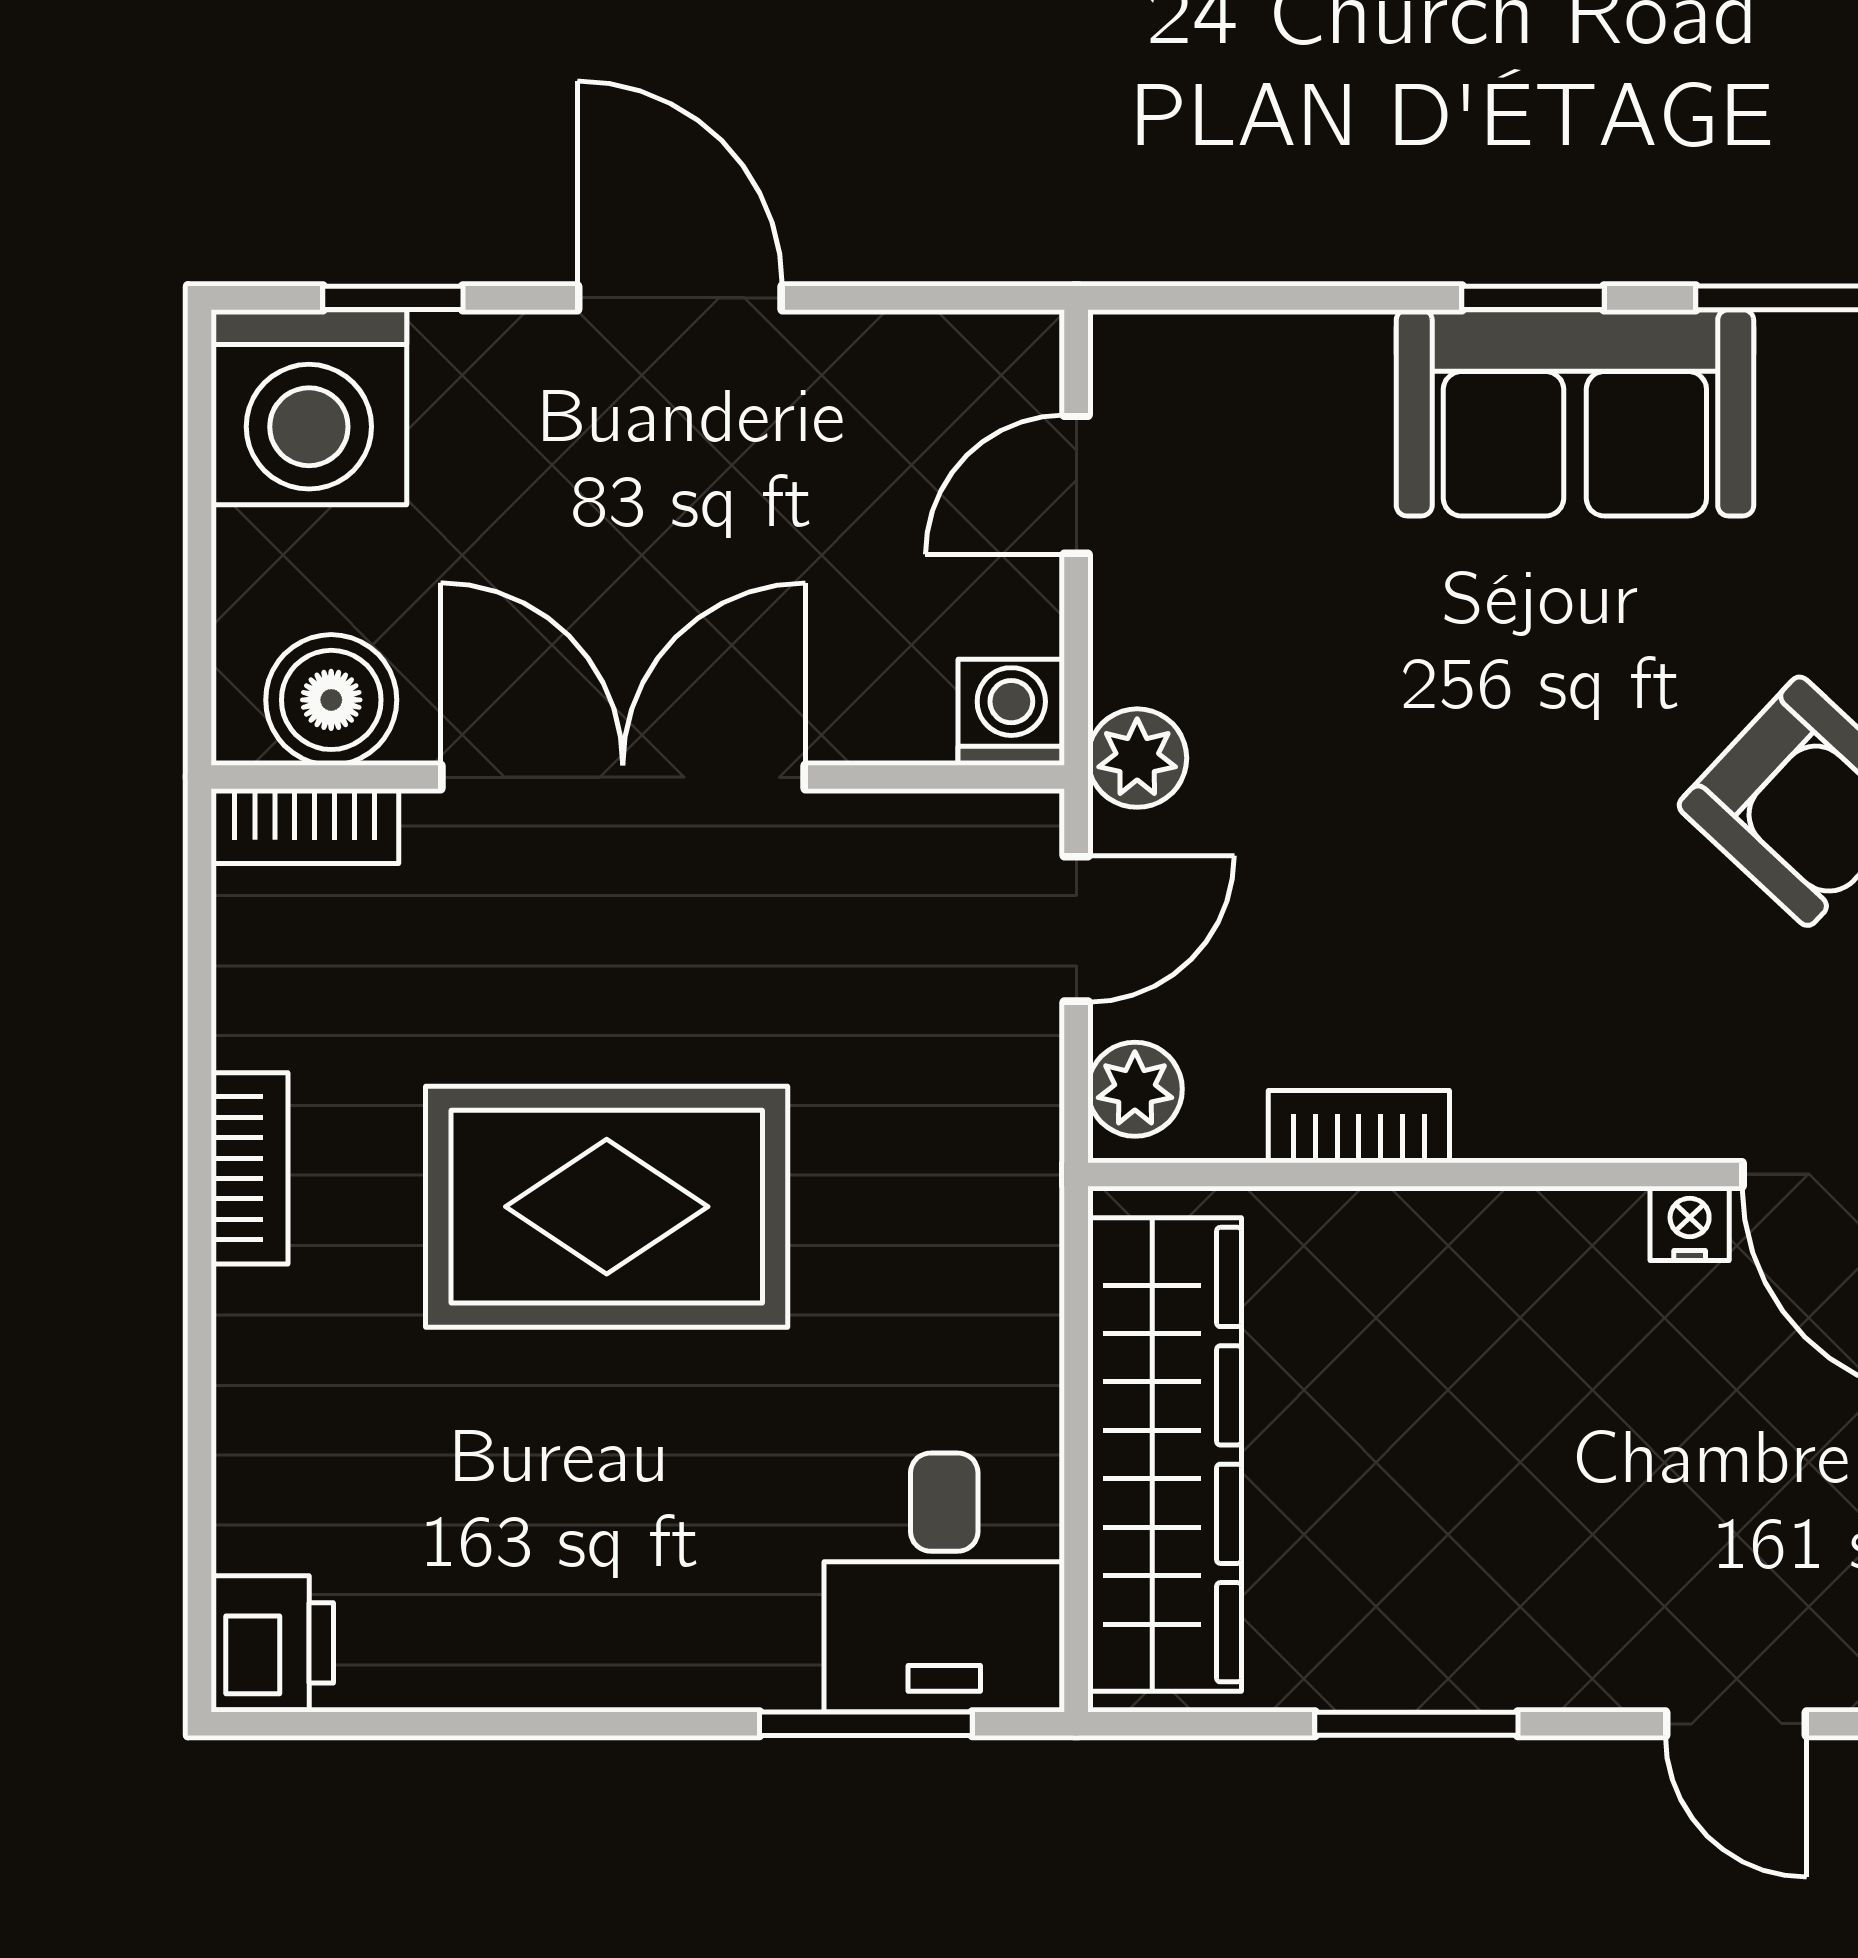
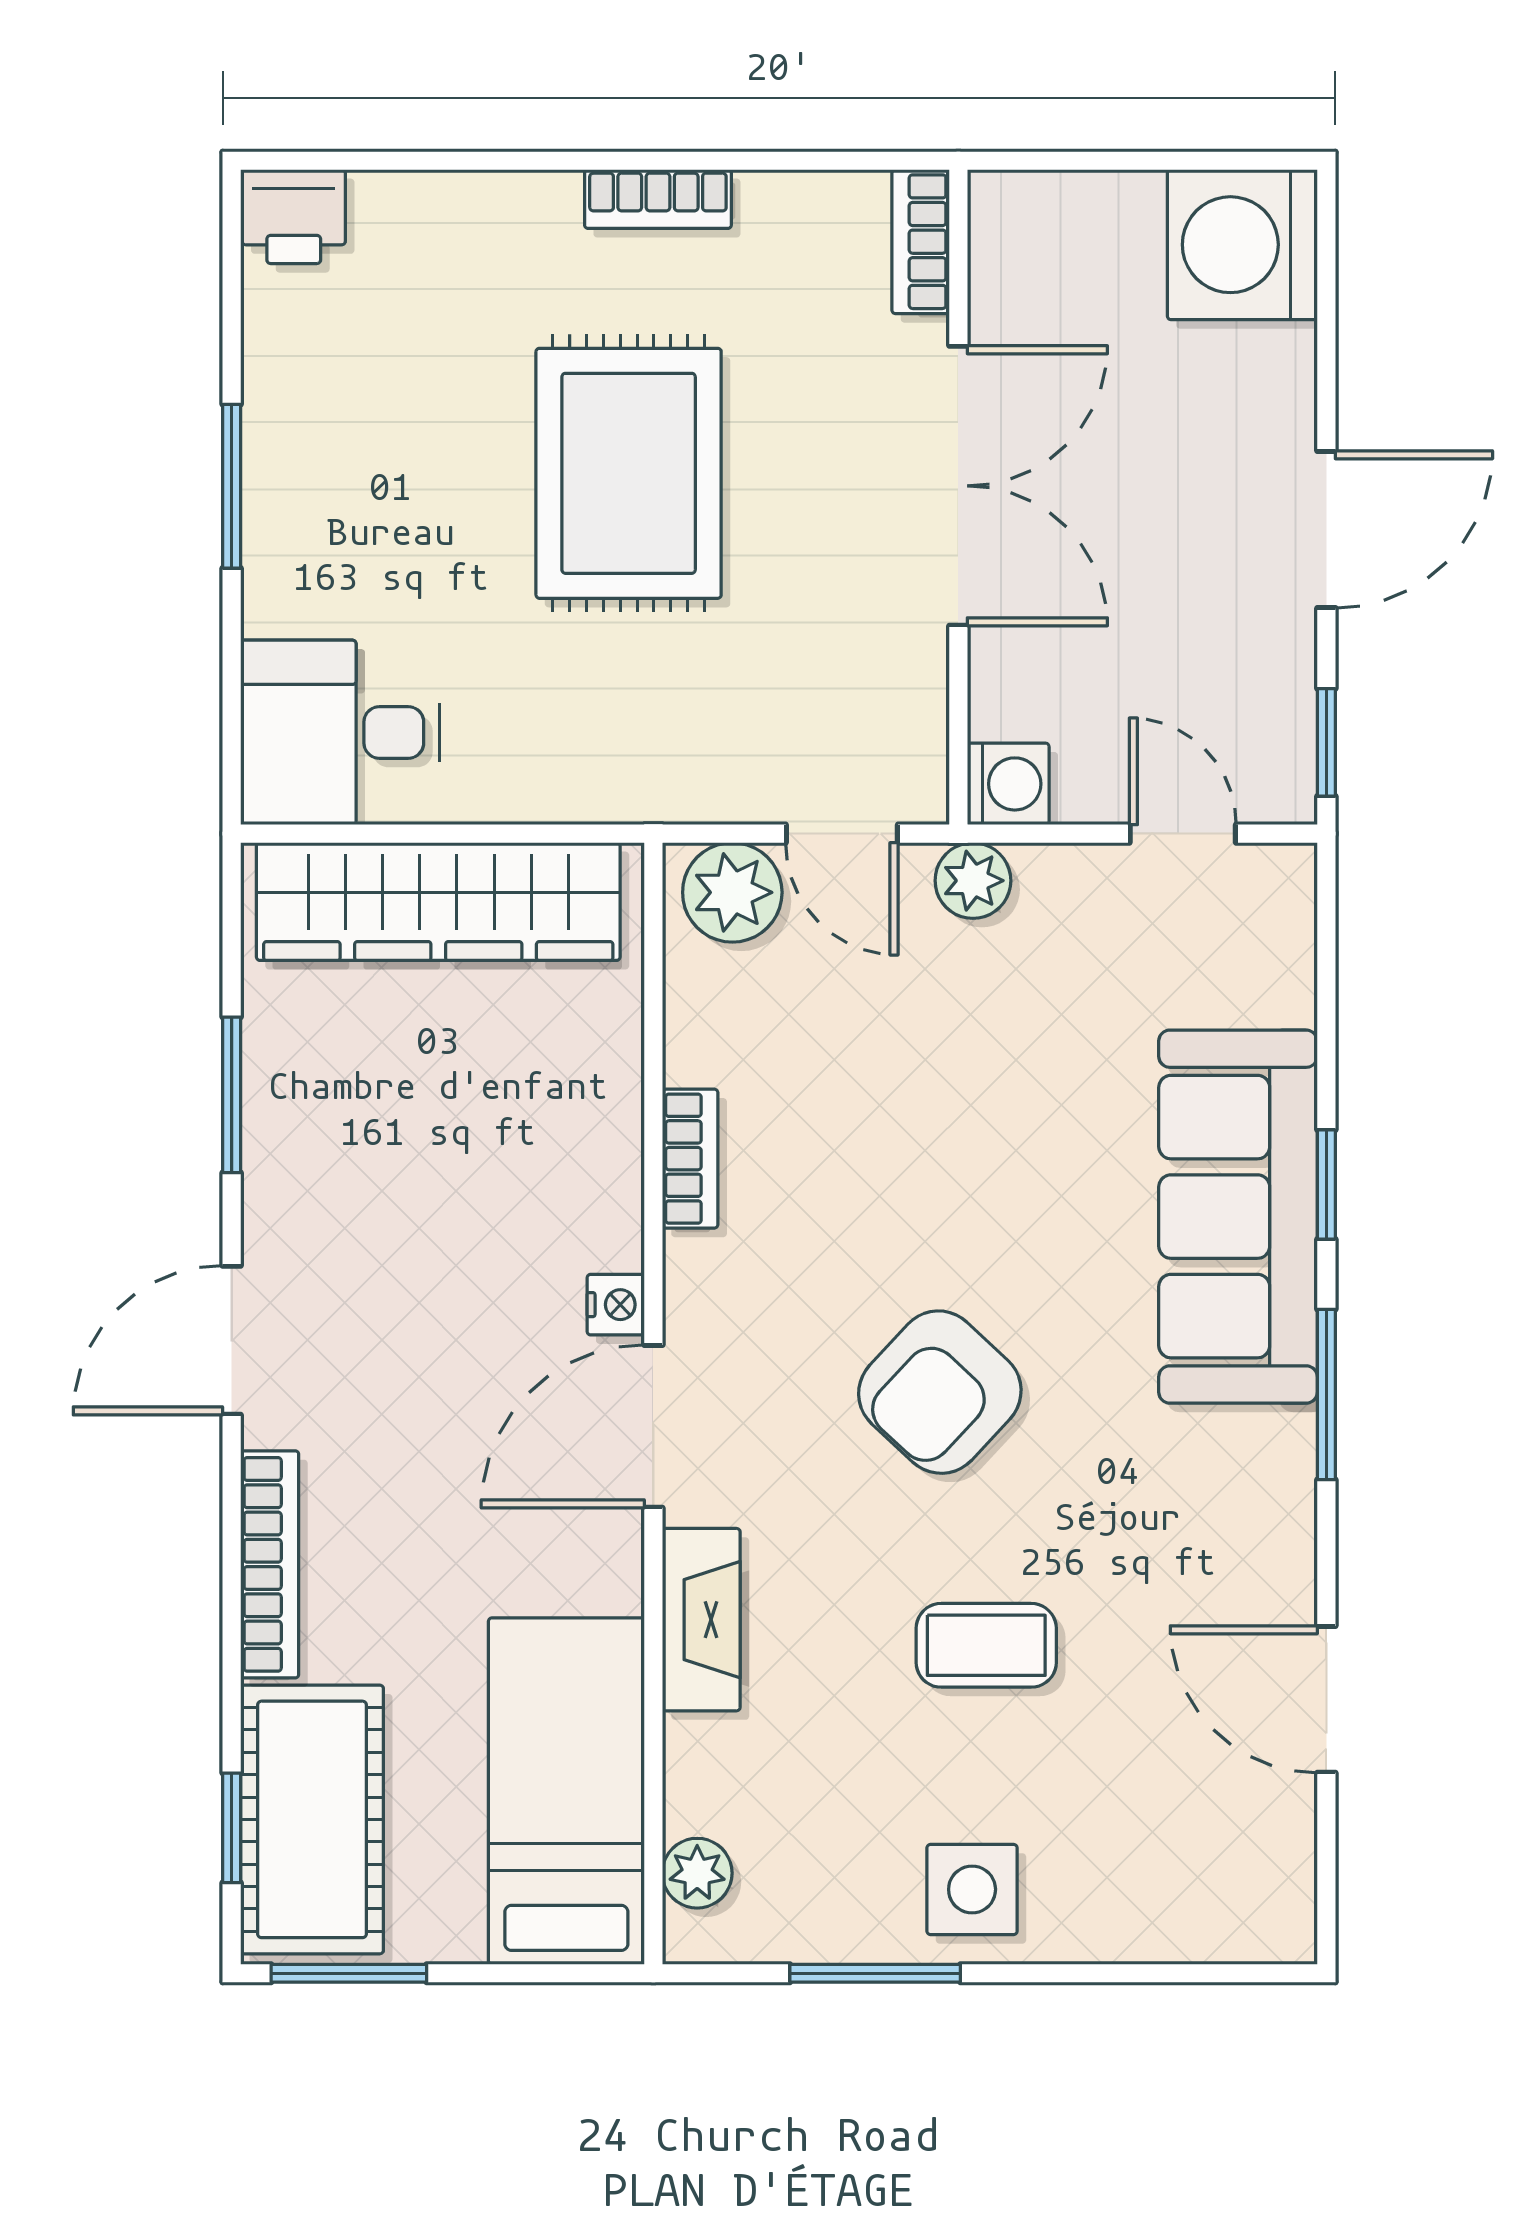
window: (393, 298) -> (1326, 742), moved
sofa: (1575, 413) -> (1238, 1217), width x1.36
boiler: (331, 700) -> (1018, 262), removed
plant: (1135, 1089) -> (732, 892), width x1.38, depth x1.38
bookcase: (1359, 1127) -> (690, 1159), moved
window: (866, 1724) -> (232, 486), moved
door: (1736, 1724) -> (232, 1340), width x1.38

